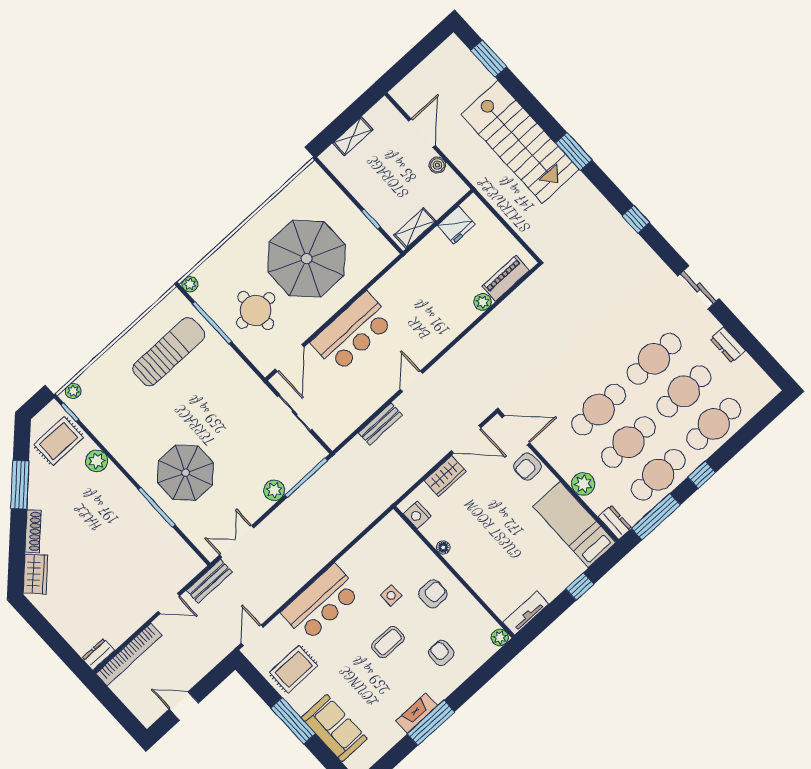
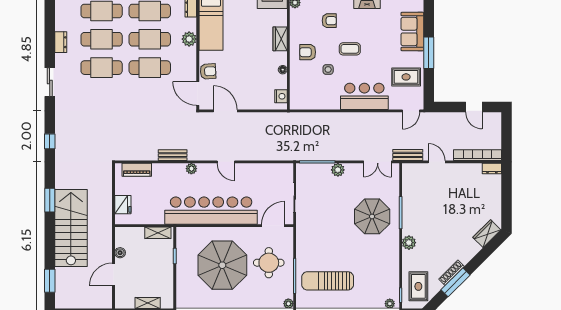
fridge: (456, 225) -> (123, 205), moved, turned 90
plant: (483, 302) -> (191, 169), moved
bar counter: (352, 332) -> (211, 211), width x1.86
door: (412, 381) -> (226, 162), hinge flipped
bench: (380, 424) -> (173, 155), moved
rug: (59, 441) -> (418, 286), turned 90
plant: (97, 461) -> (409, 243), moved
wardrobe: (445, 476) -> (280, 39), moved, turned -90
shoe rack: (33, 531) -> (451, 273), moved
armchair: (441, 653) -> (329, 21), turned -90

